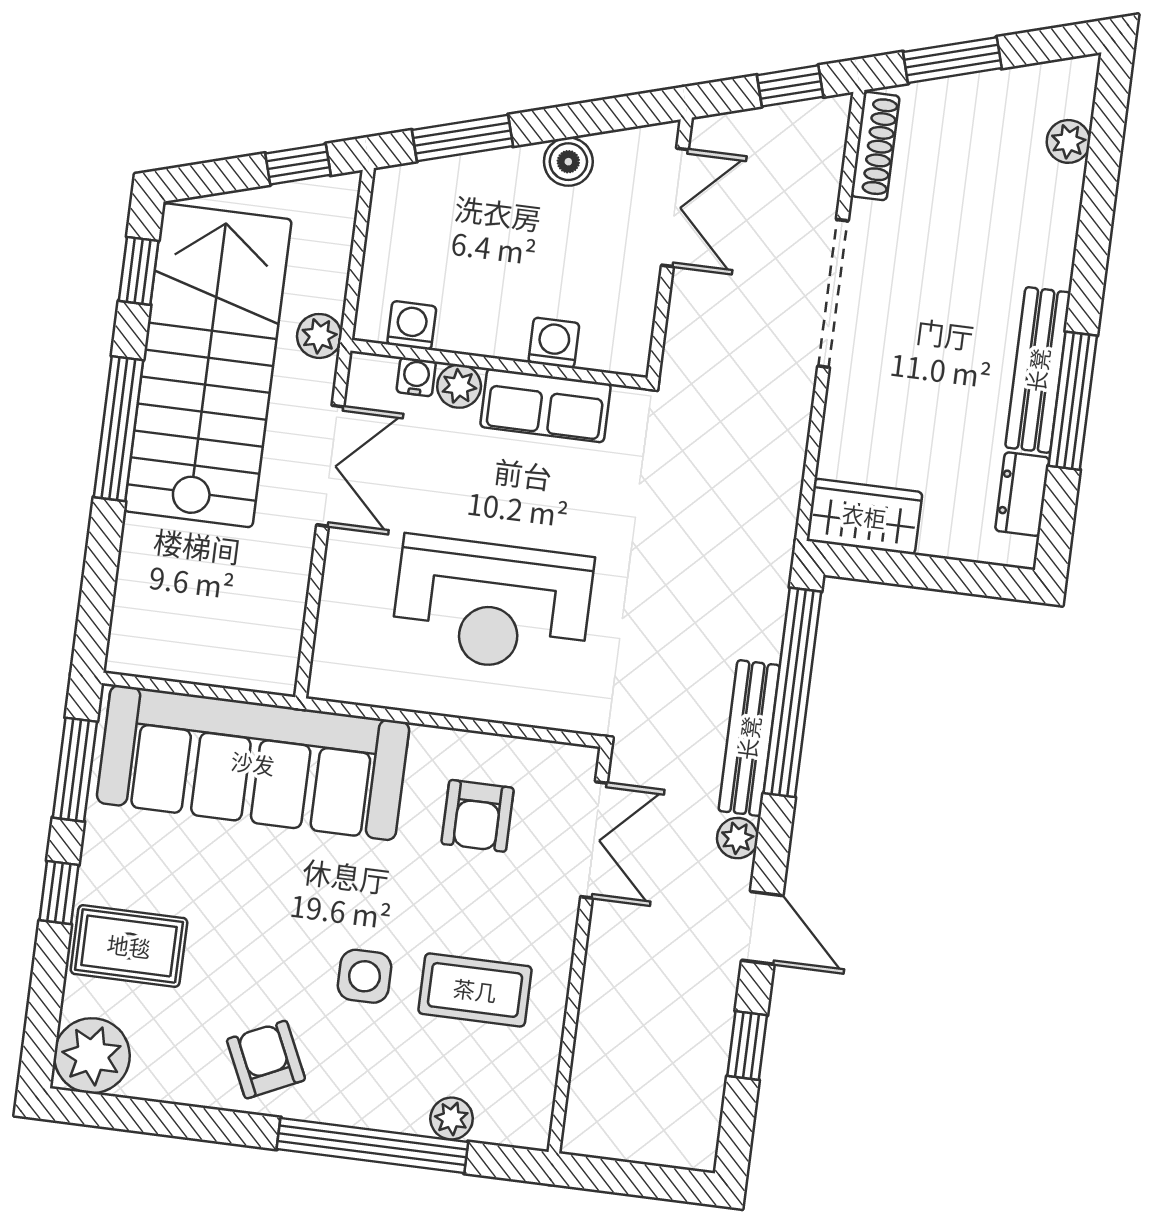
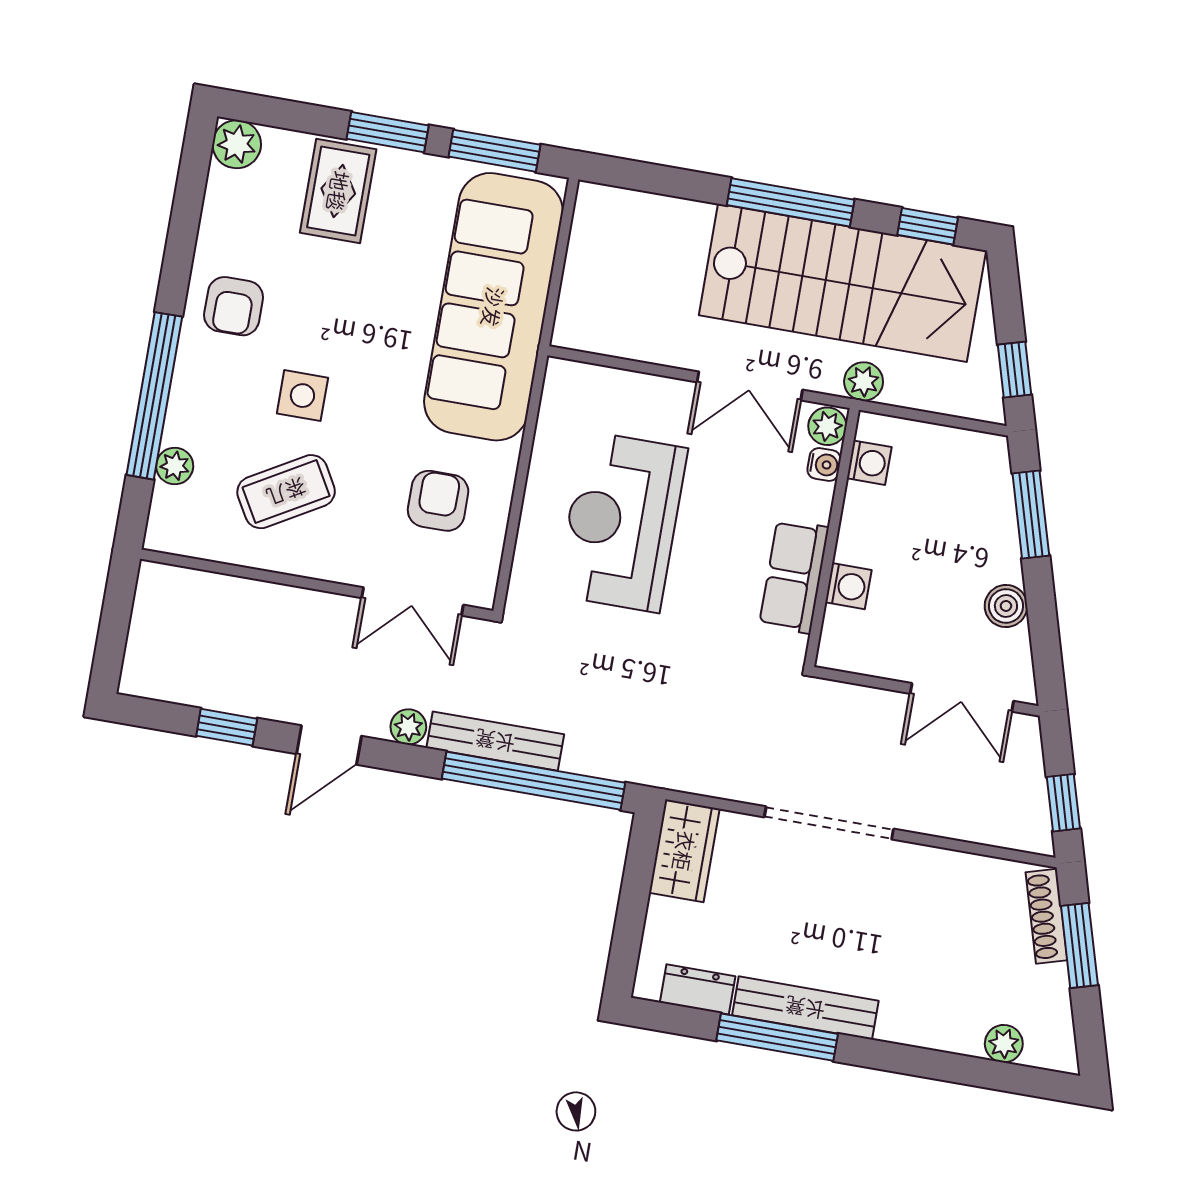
shoe rack: (875, 146) -> (1047, 916), moved, turned 74
doorway: (833, 293) -> (829, 823), moved
plant: (459, 386) -> (827, 426), moved
armchair: (478, 816) -> (438, 501), turned 90
window: (59, 893) -> (388, 132), width x1.50
coffee table: (475, 990) -> (286, 492), turned 60
plant: (92, 1056) -> (237, 144), width x0.73, depth x0.73
armchair: (266, 1060) -> (234, 306), turned 115

